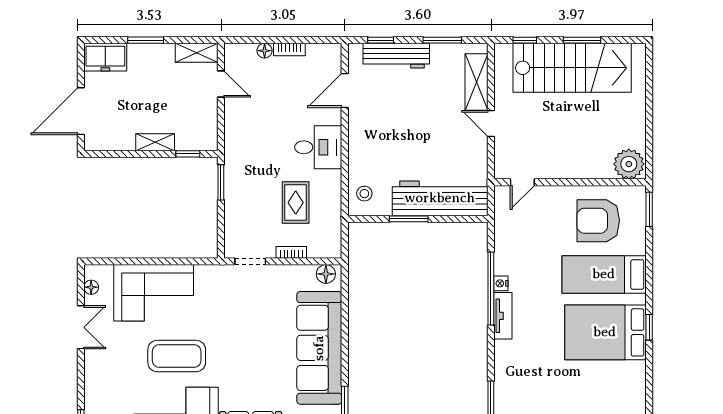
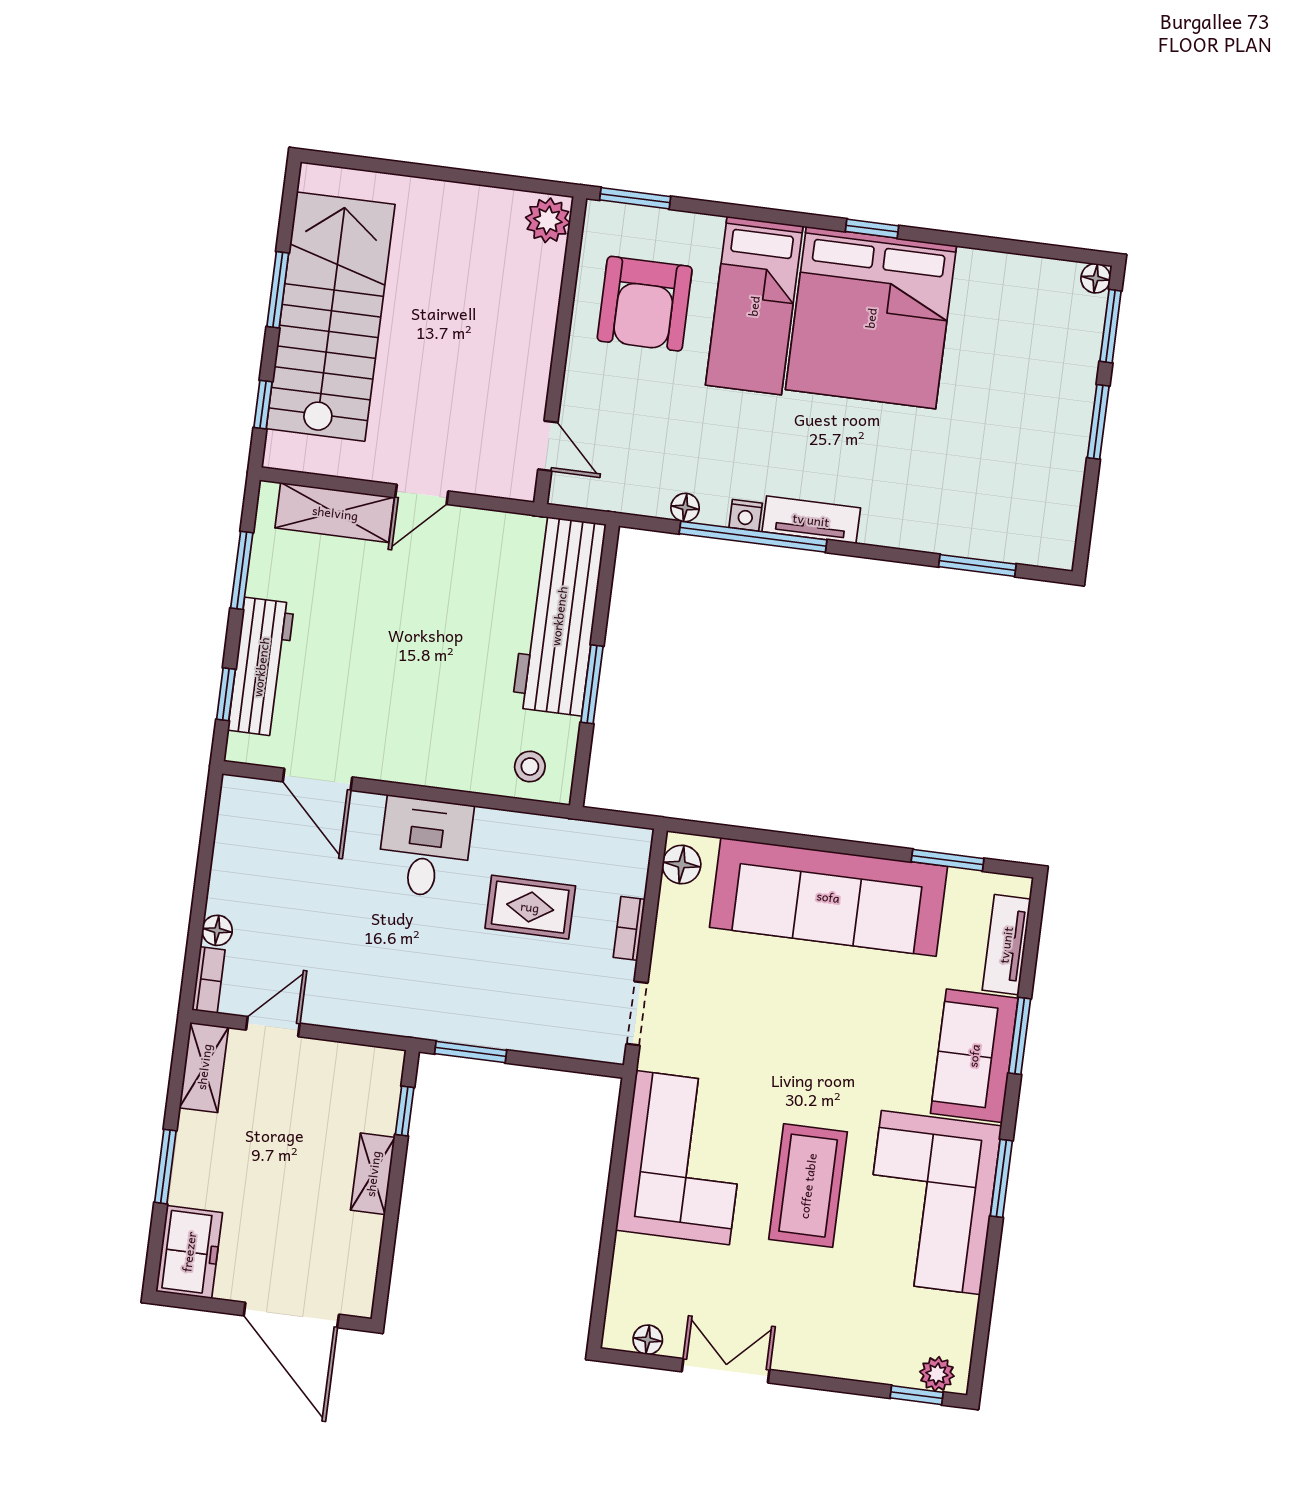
bookcase: (289, 50) -> (208, 980), moved
plant: (629, 164) -> (548, 220), width x0.73, depth x0.73
floor lamp: (501, 253) -> (685, 508), added
corner sofa: (154, 293) -> (683, 1158), moved
bed: (605, 332) -> (871, 318), width x1.36

